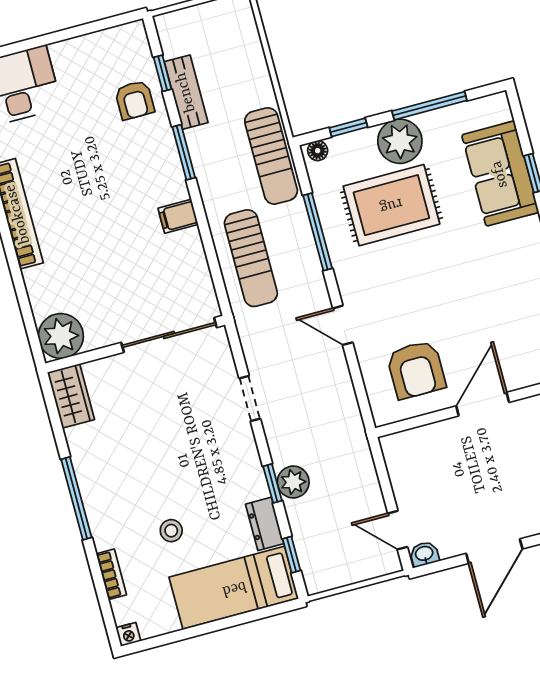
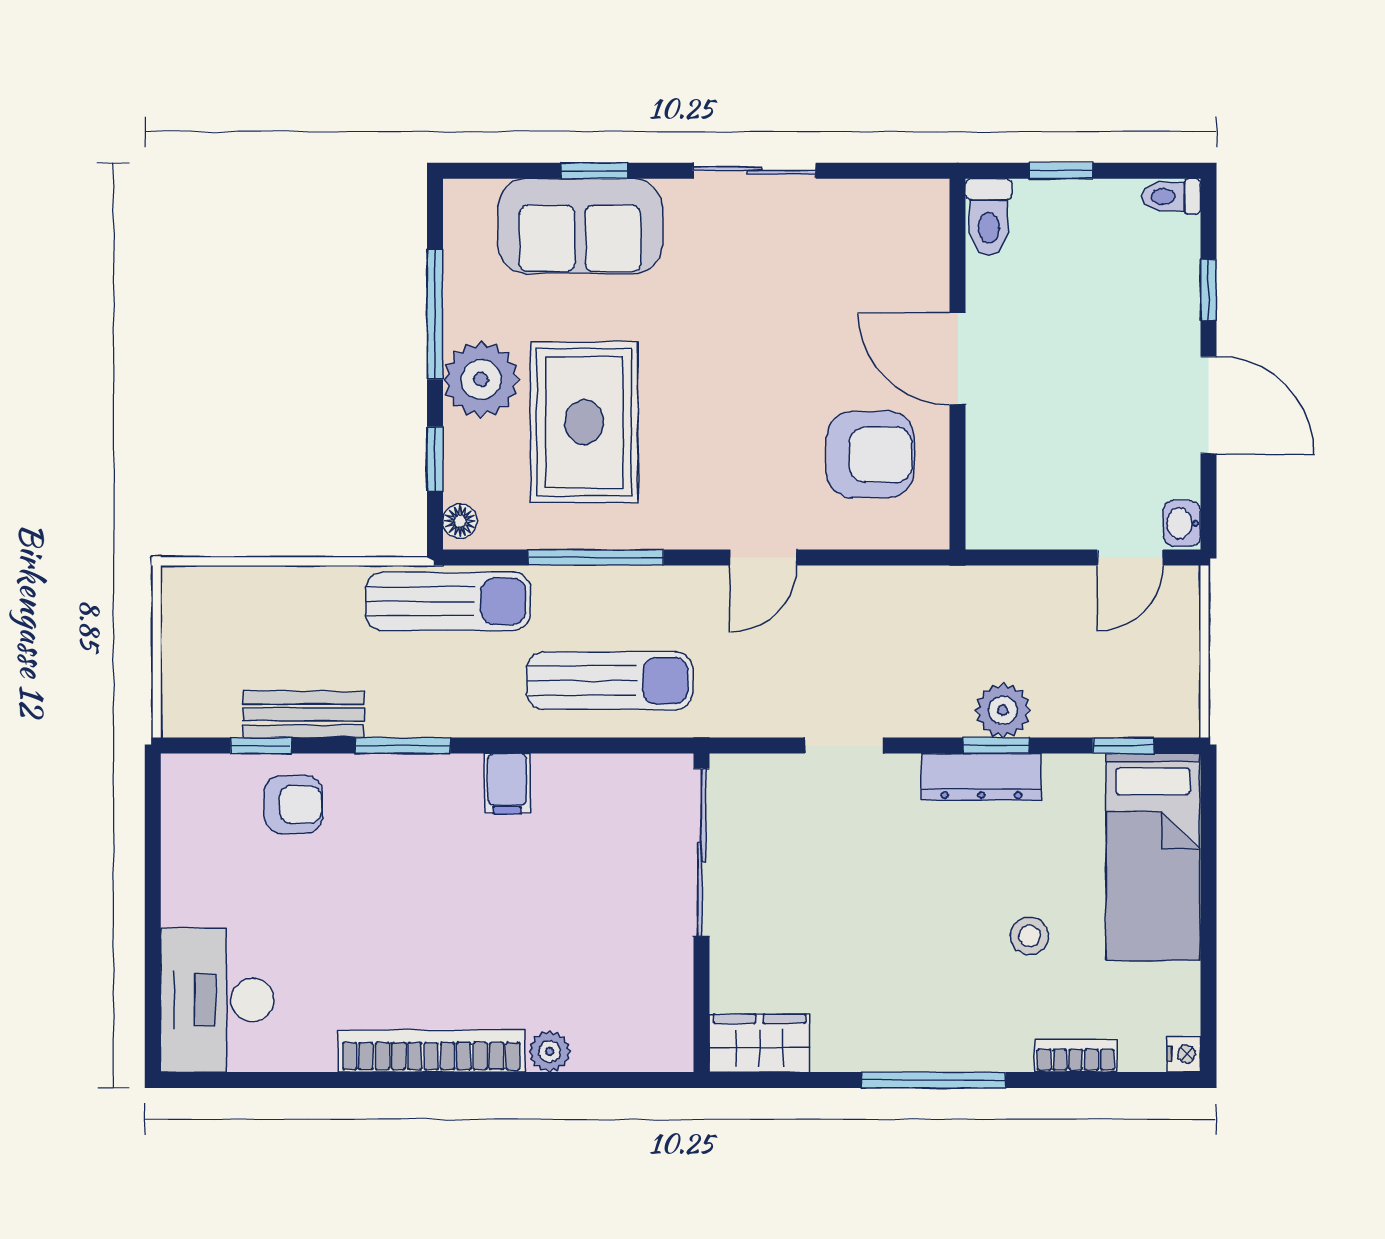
plant: (61, 336) -> (550, 1051), moved, width x0.53, depth x0.53
dresser: (265, 524) -> (981, 777), moved, width x1.44

